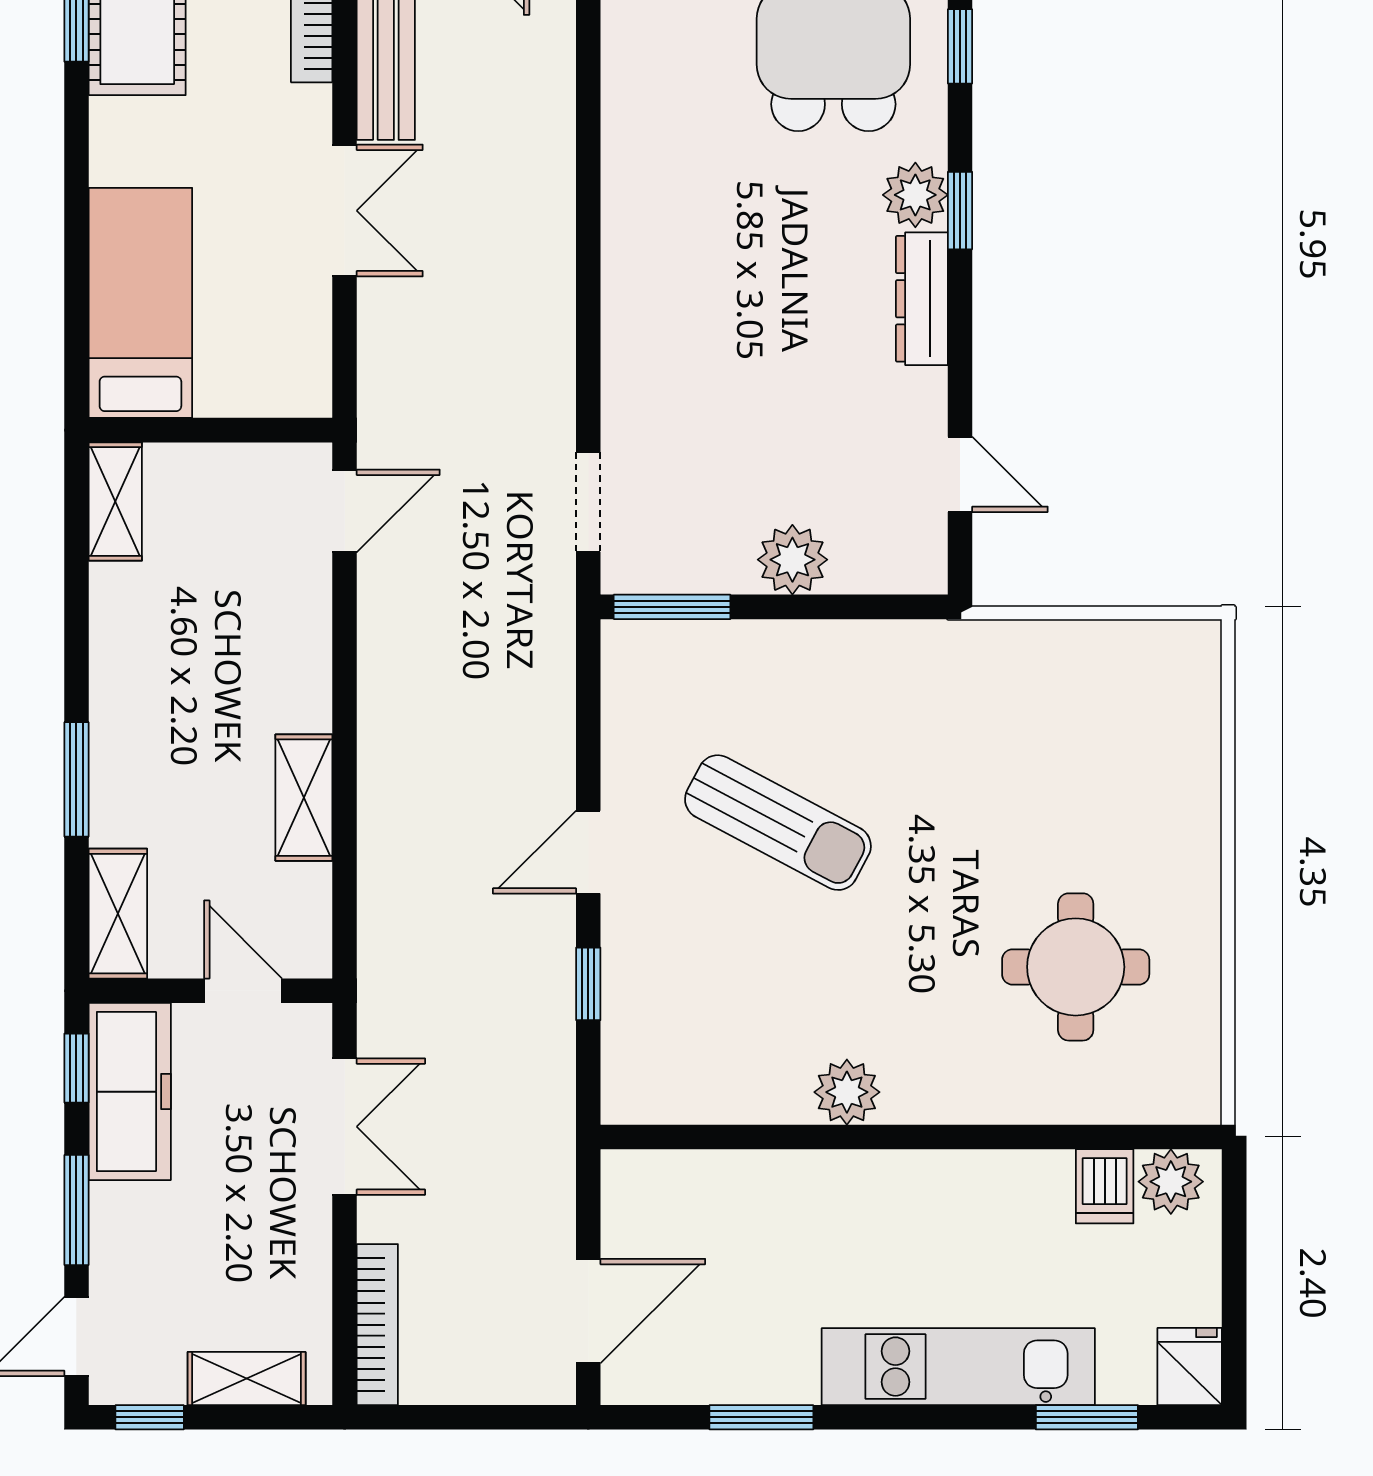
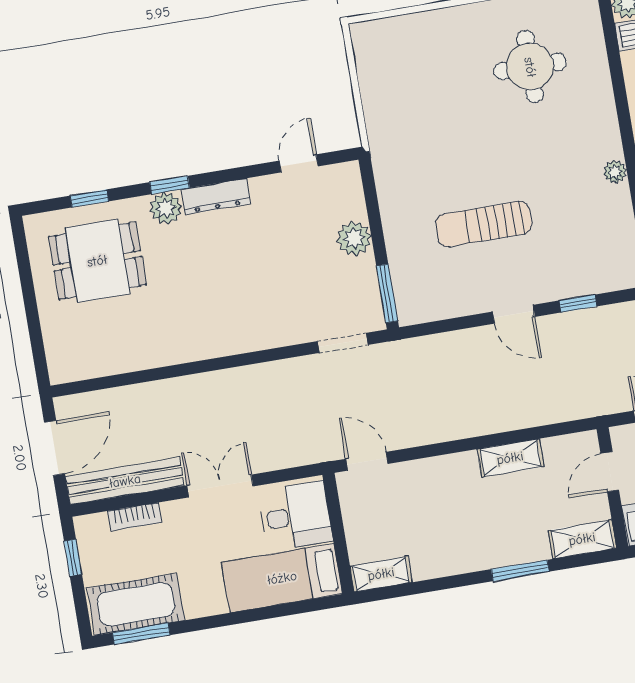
desk: (259, 351) -> (296, 516), added
sun lounger: (778, 823) -> (484, 224), turned -118
plant: (847, 1092) -> (615, 172), width x0.73, depth x0.73

